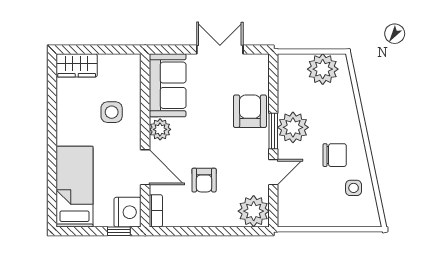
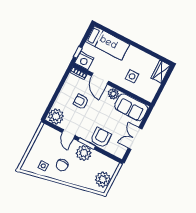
double door: (220, 49) -> (135, 139), swing flipped
armchair: (250, 111) -> (101, 138), turned -90
door: (145, 167) -> (100, 79), hinge flipped

